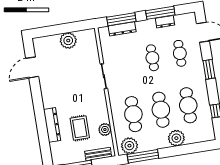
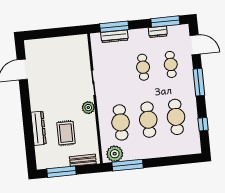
window: (160, 13) -> (165, 22), moved
plant: (68, 41) -> (60, 45), removed
window: (209, 69) -> (199, 82), width x1.44
plant: (105, 130) -> (88, 108), moved
plant: (176, 138) -> (162, 149), removed

